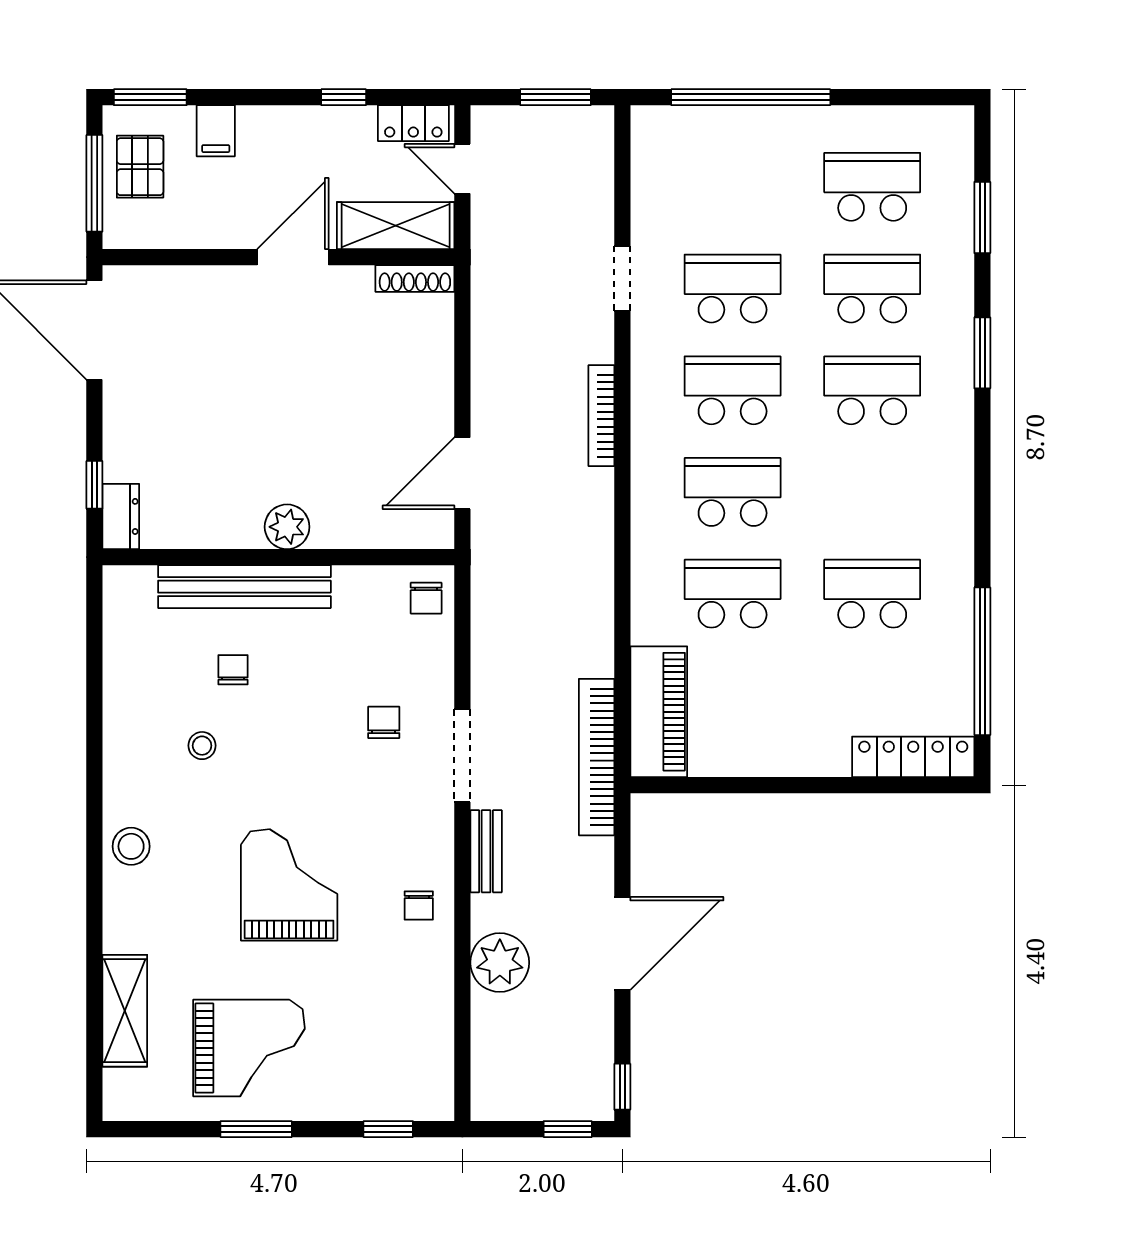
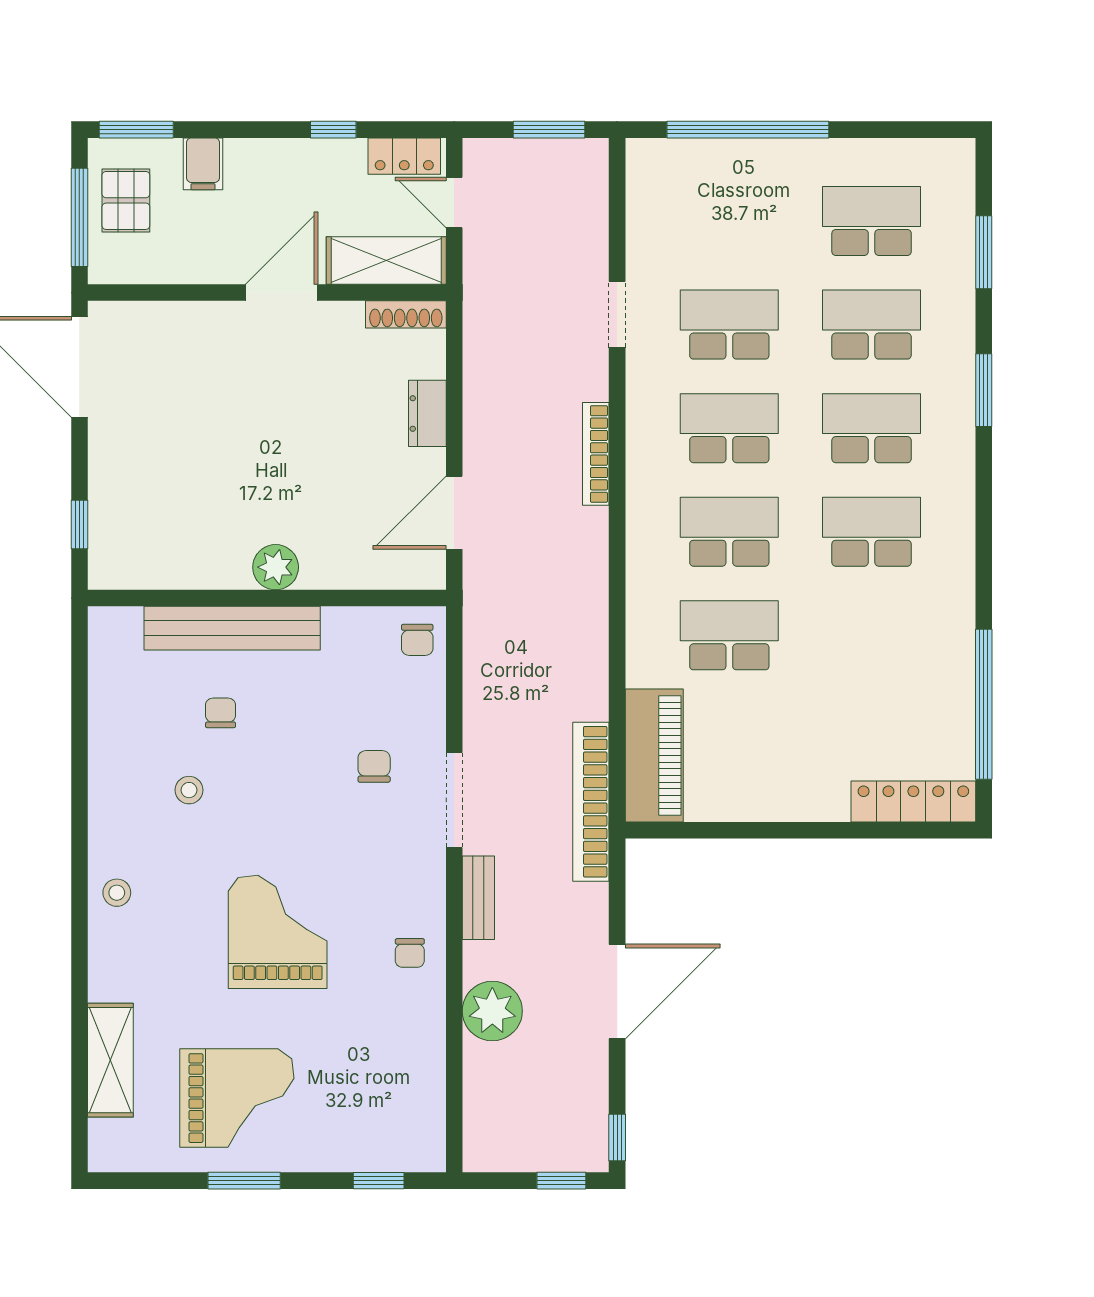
dresser: (121, 516) -> (427, 413), moved, turned 180
school desk: (872, 594) -> (872, 532), moved
stool: (131, 846) -> (117, 893), width x0.73, depth x0.73

